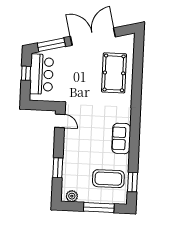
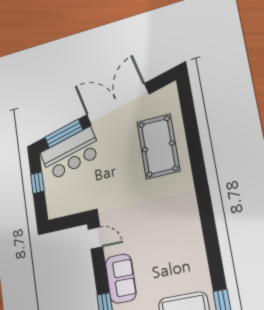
bar counter: (42, 74) -> (71, 154), moved, turned 76
sofa: (121, 138) -> (121, 279), moved, turned 180

